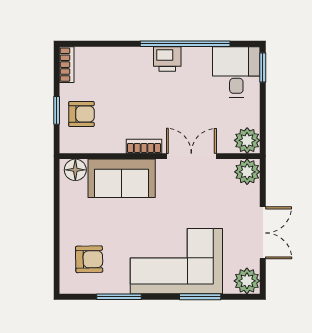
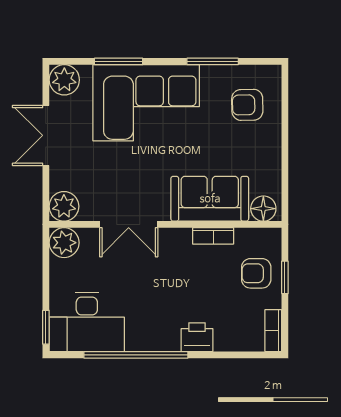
printer: (167, 59) -> (197, 337), moved
desk: (236, 72) -> (87, 322), width x1.37
bookcase: (144, 146) -> (213, 236), moved

